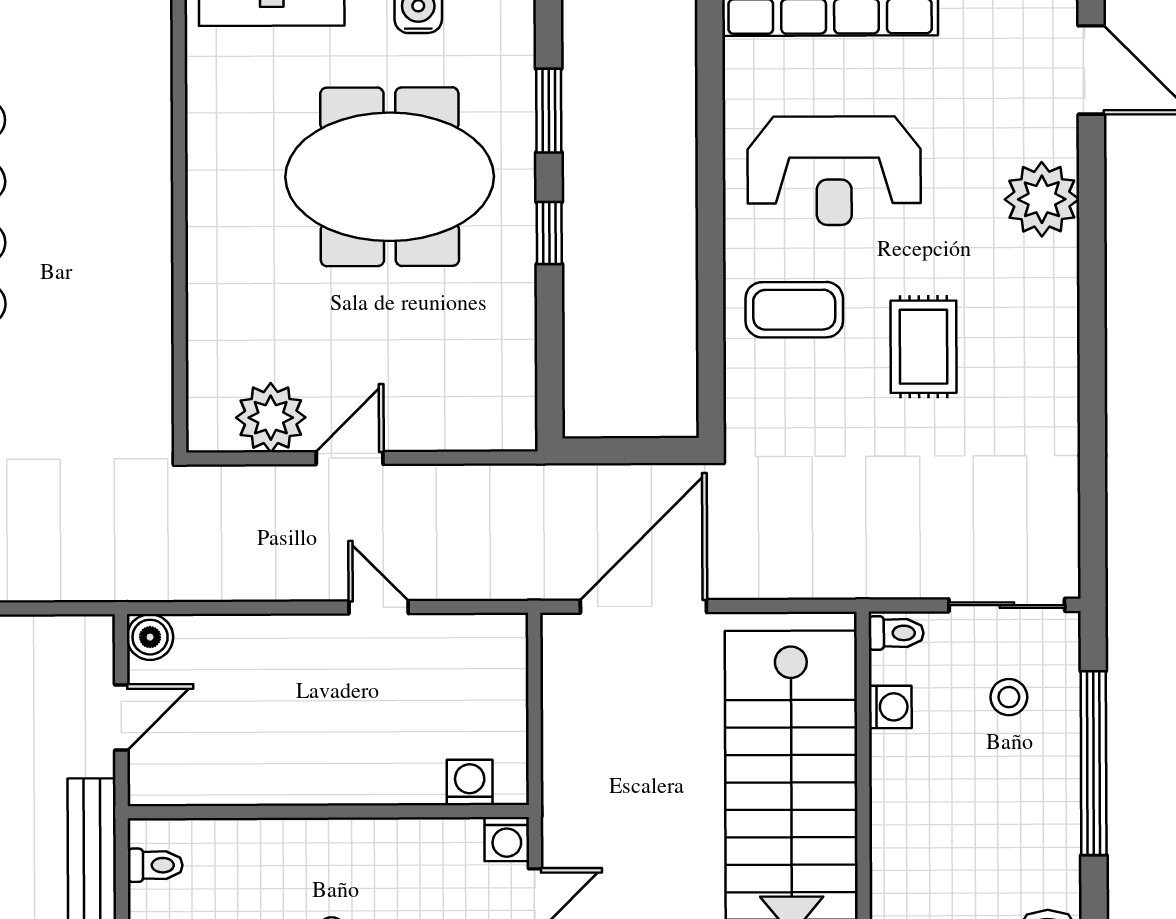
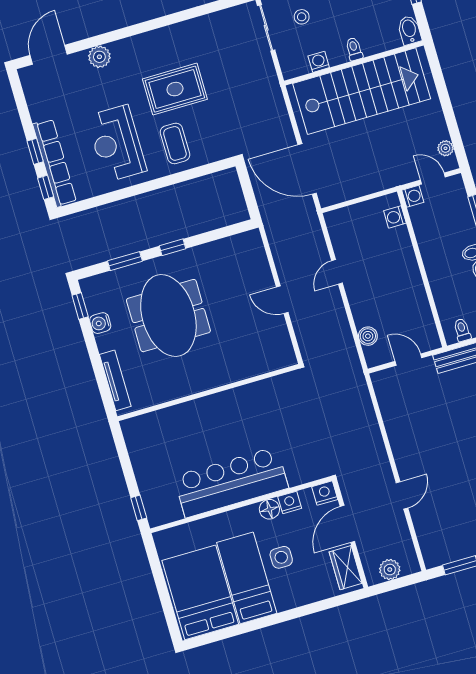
reception desk: (834, 171) -> (117, 143), turned 180
plant: (1042, 199) -> (99, 57), width x0.73, depth x0.73
rug: (924, 347) -> (175, 89), width x1.36, depth x1.43
plant: (271, 418) -> (275, 335), removed
toilet: (896, 633) -> (354, 49), moved
boiler: (150, 637) -> (368, 336), moved

